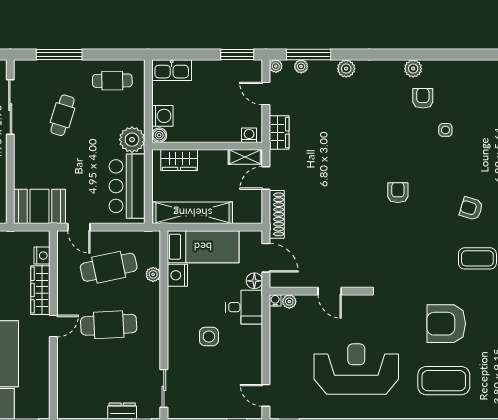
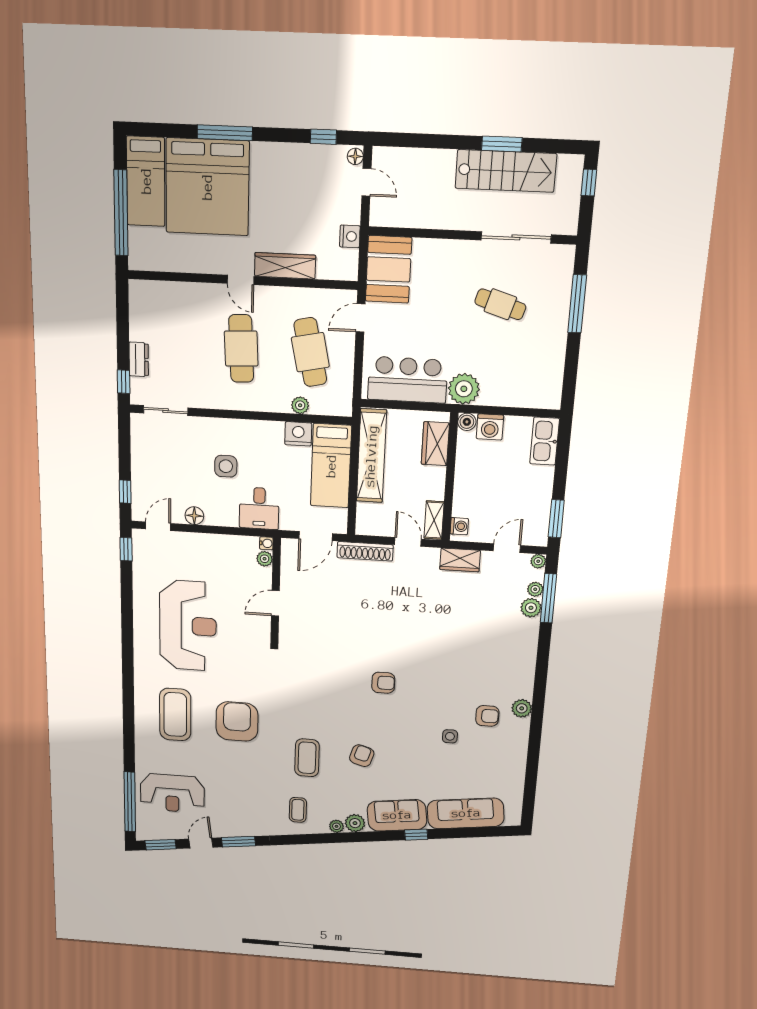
plant: (346, 69) -> (531, 608), moved
cafe table: (112, 81) -> (538, 369), removed
nightstand: (42, 256) -> (350, 236), moved, turned -90
floor lamp: (254, 281) -> (194, 516), moved

